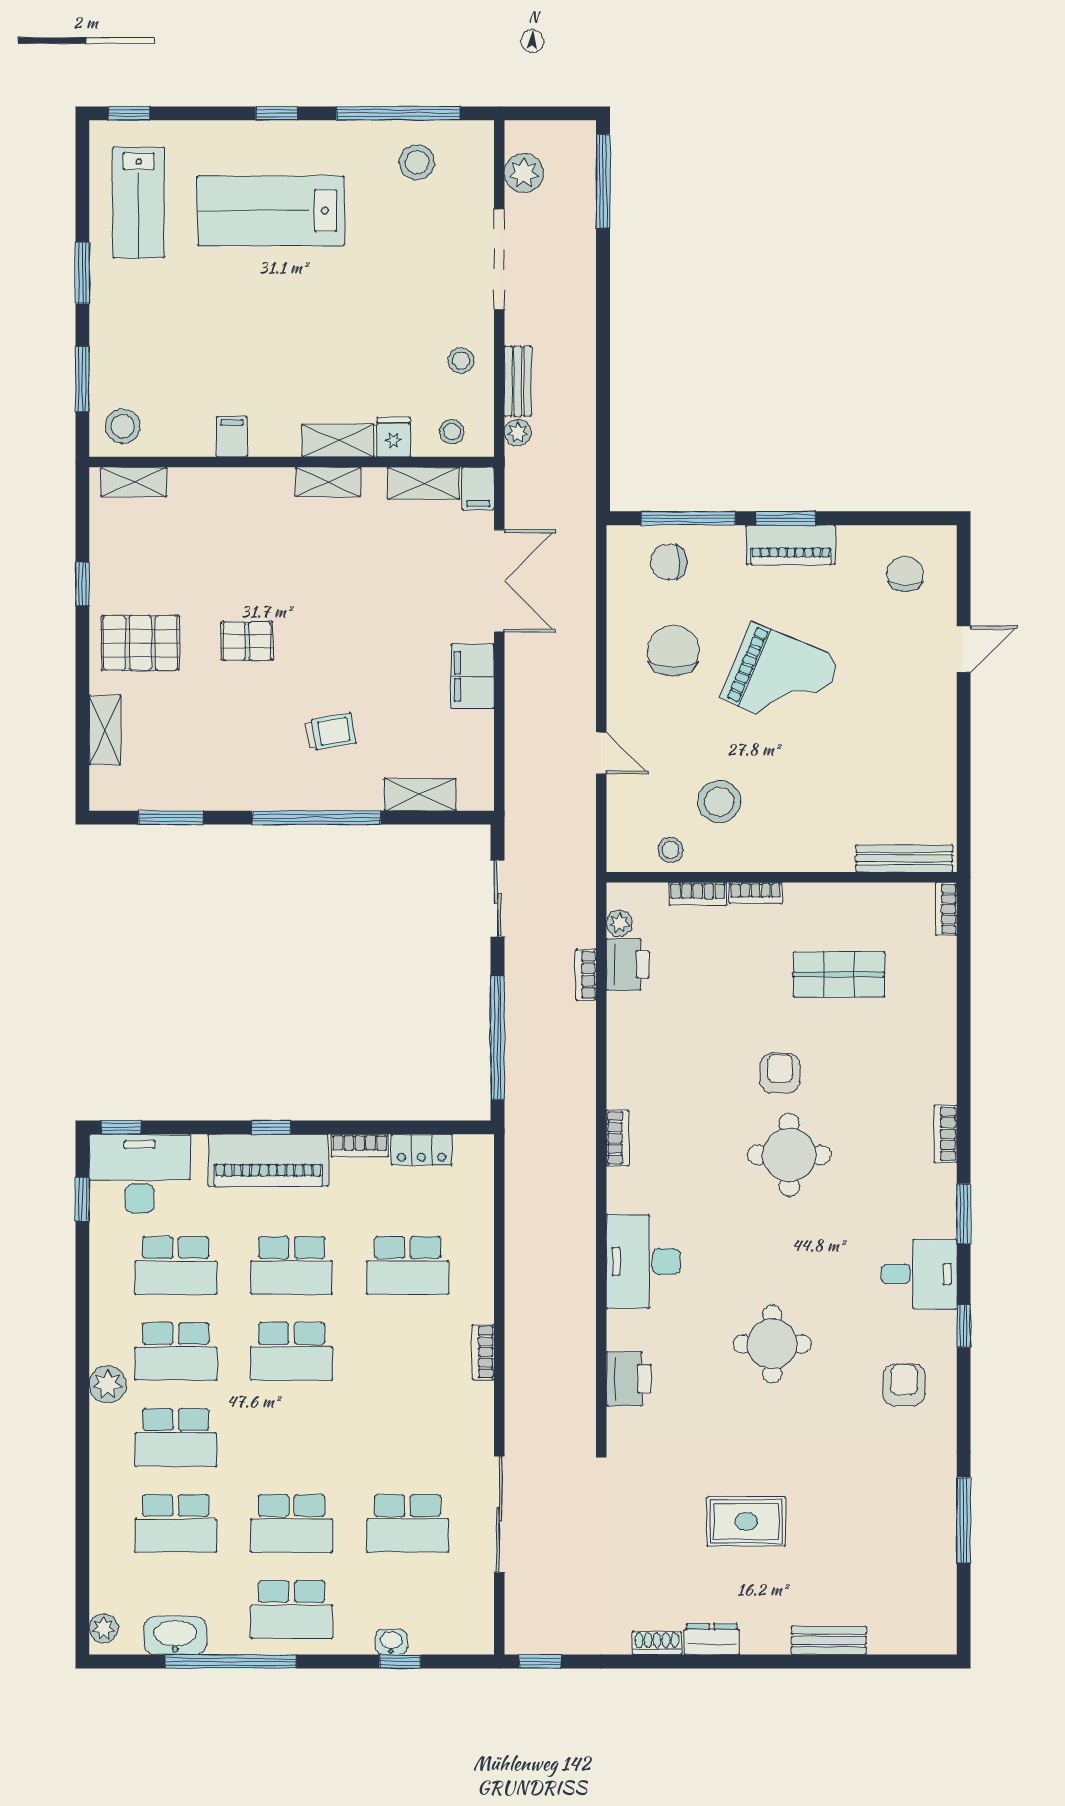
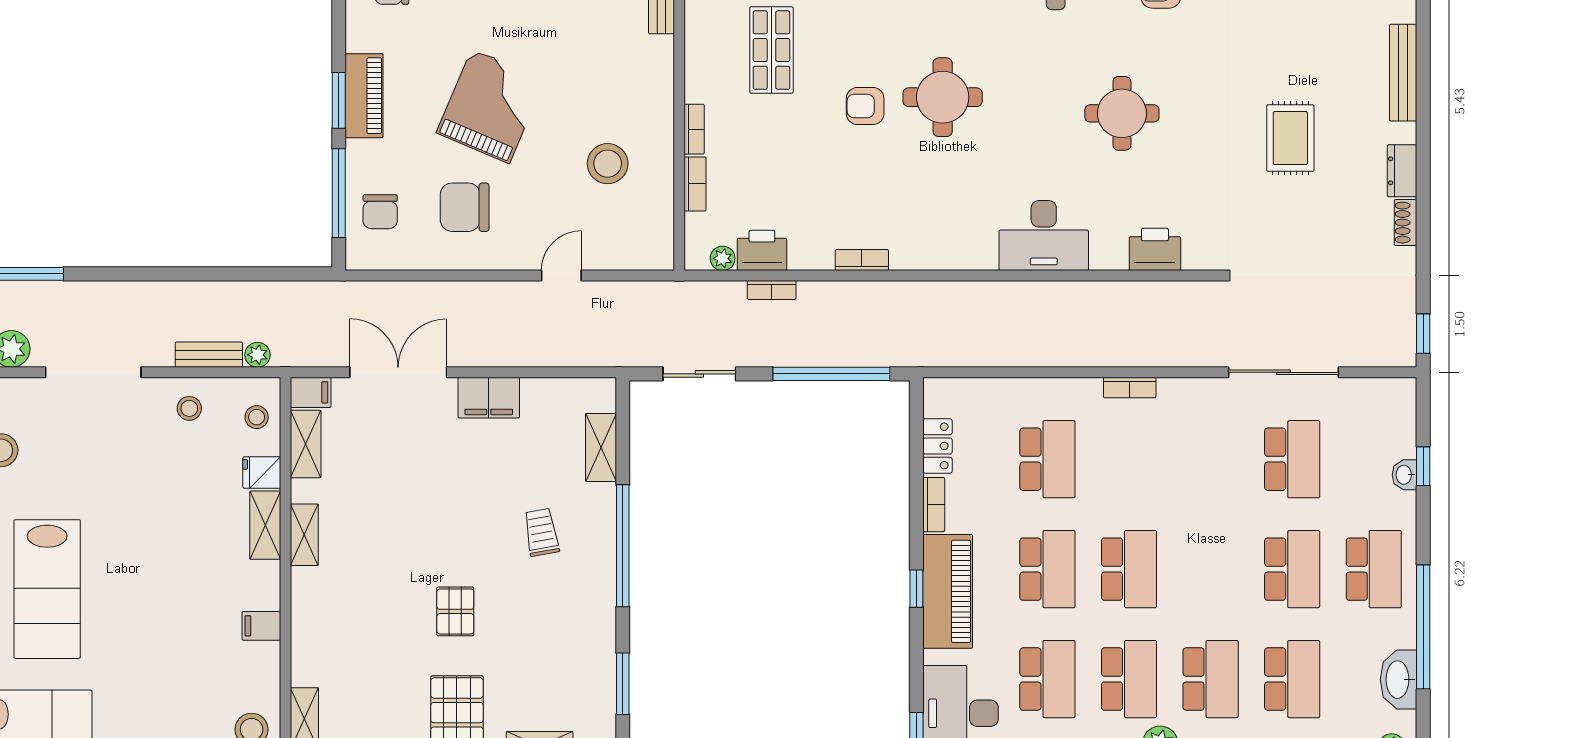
stool: (671, 850) -> (653, 210), removed
bookcase: (618, 1138) -> (862, 260), moved
bench: (829, 1640) -> (1403, 73), width x1.36

